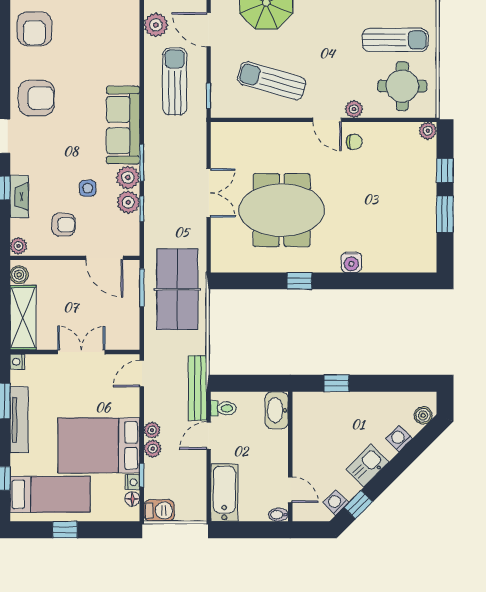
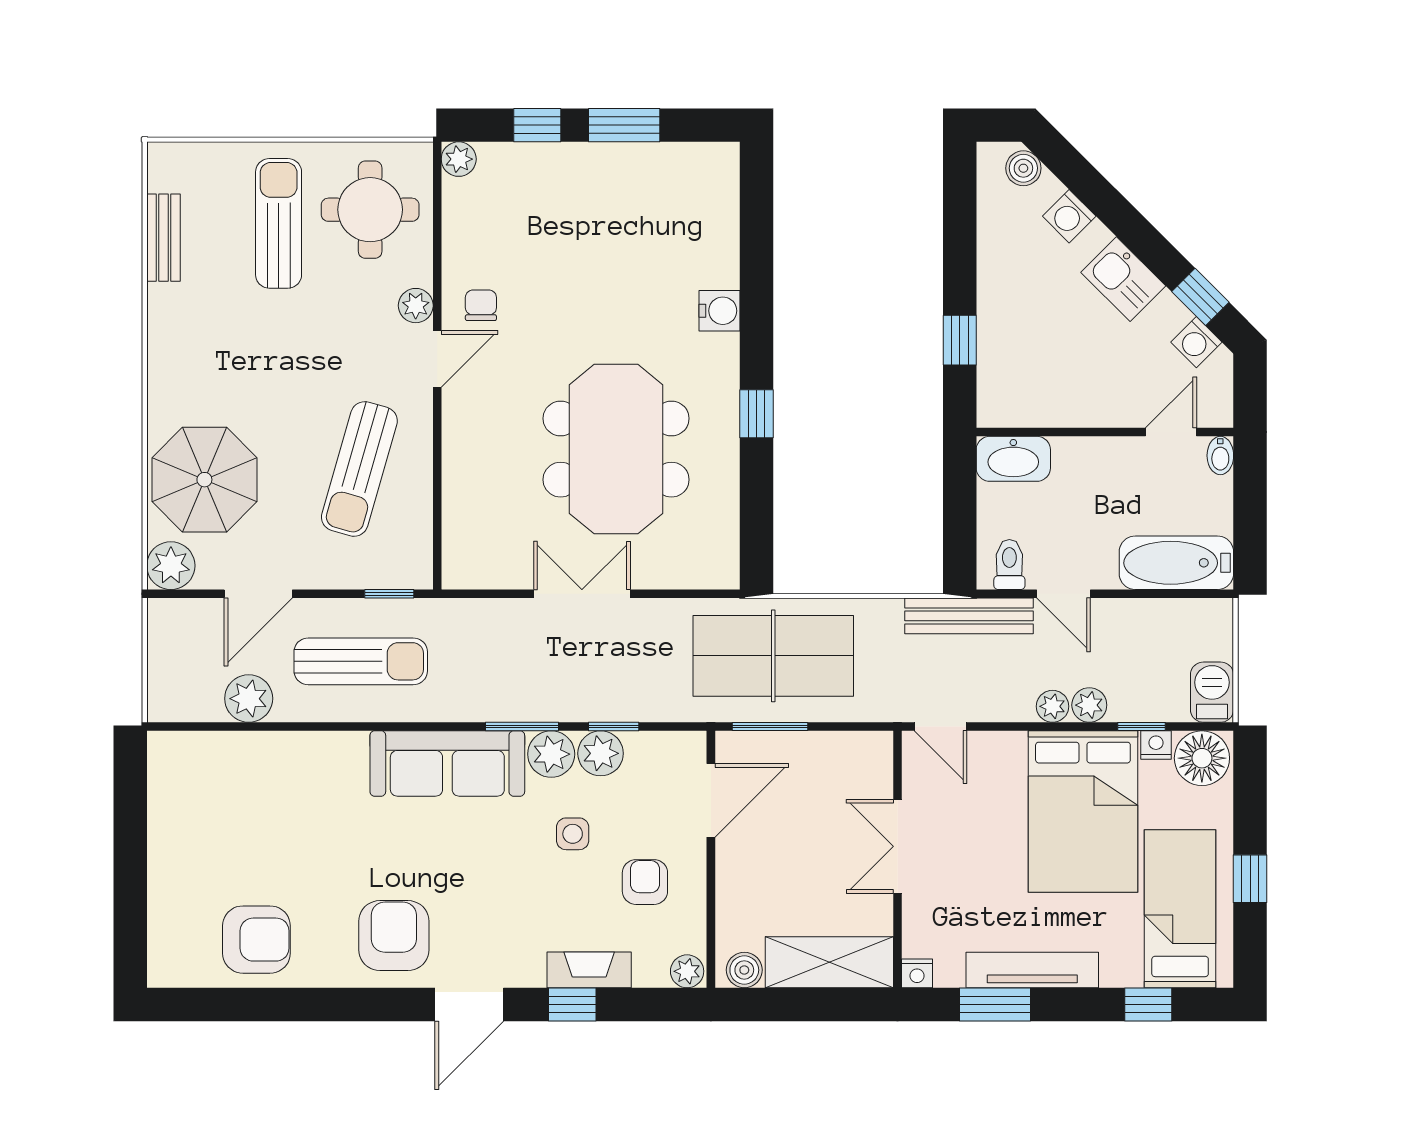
sun lounger: (175, 81) -> (361, 661), turned 180
floor lamp: (132, 499) -> (1202, 758), width x1.89, depth x1.89

